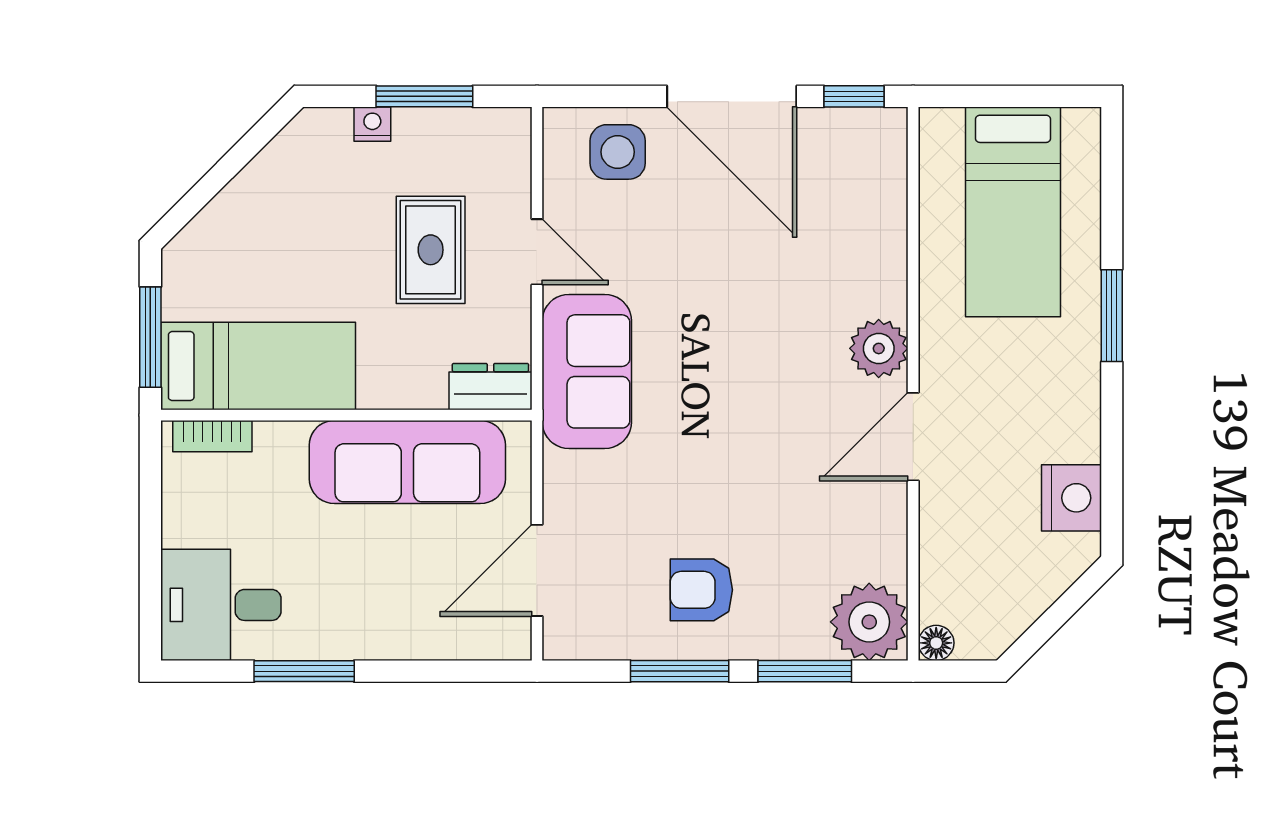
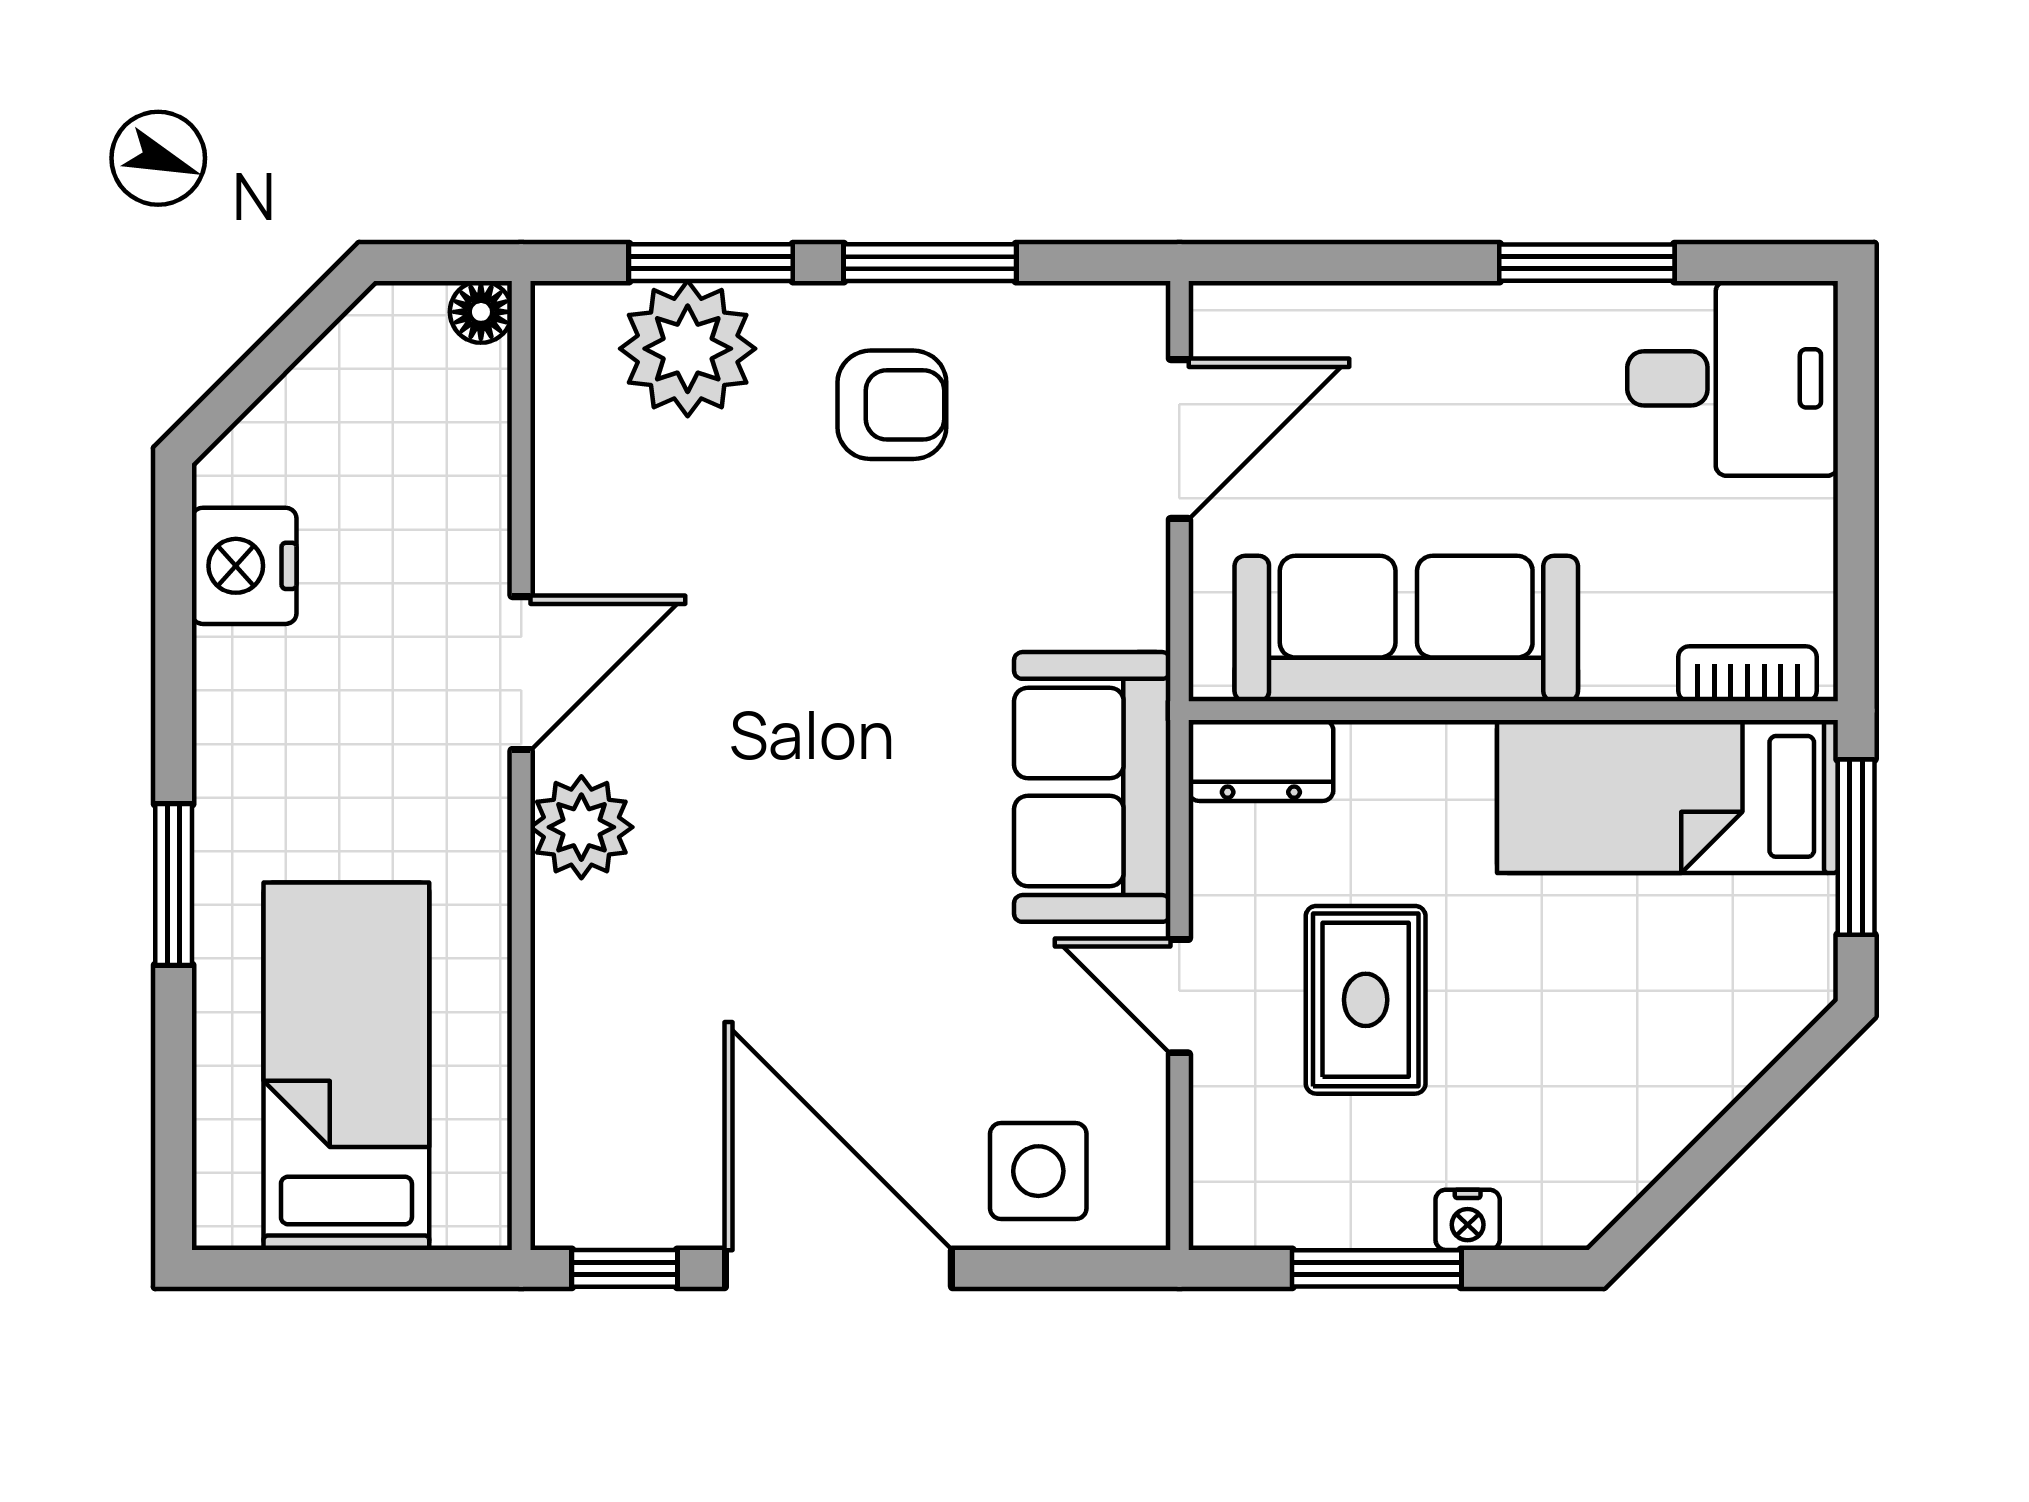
plant: (869, 622) -> (688, 349), moved

